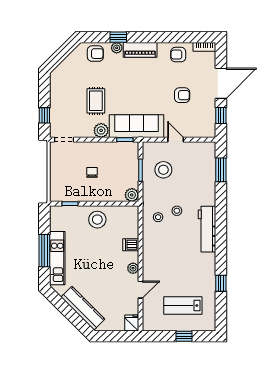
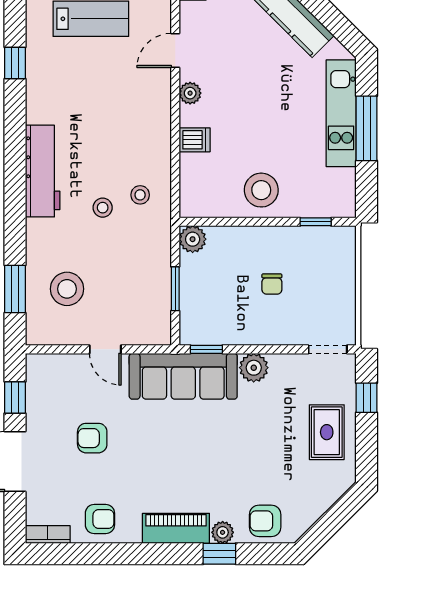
rug: (96, 101) -> (327, 432), moved
stool: (163, 170) -> (67, 289), moved

